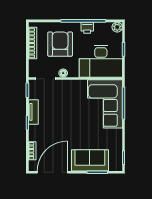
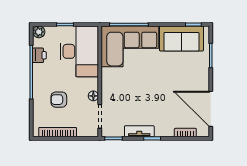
printer: (87, 28) -> (39, 55), moved
armchair: (60, 44) -> (59, 100), width x0.53, depth x0.53
sofa: (90, 160) -> (181, 38), moved, turned -90

